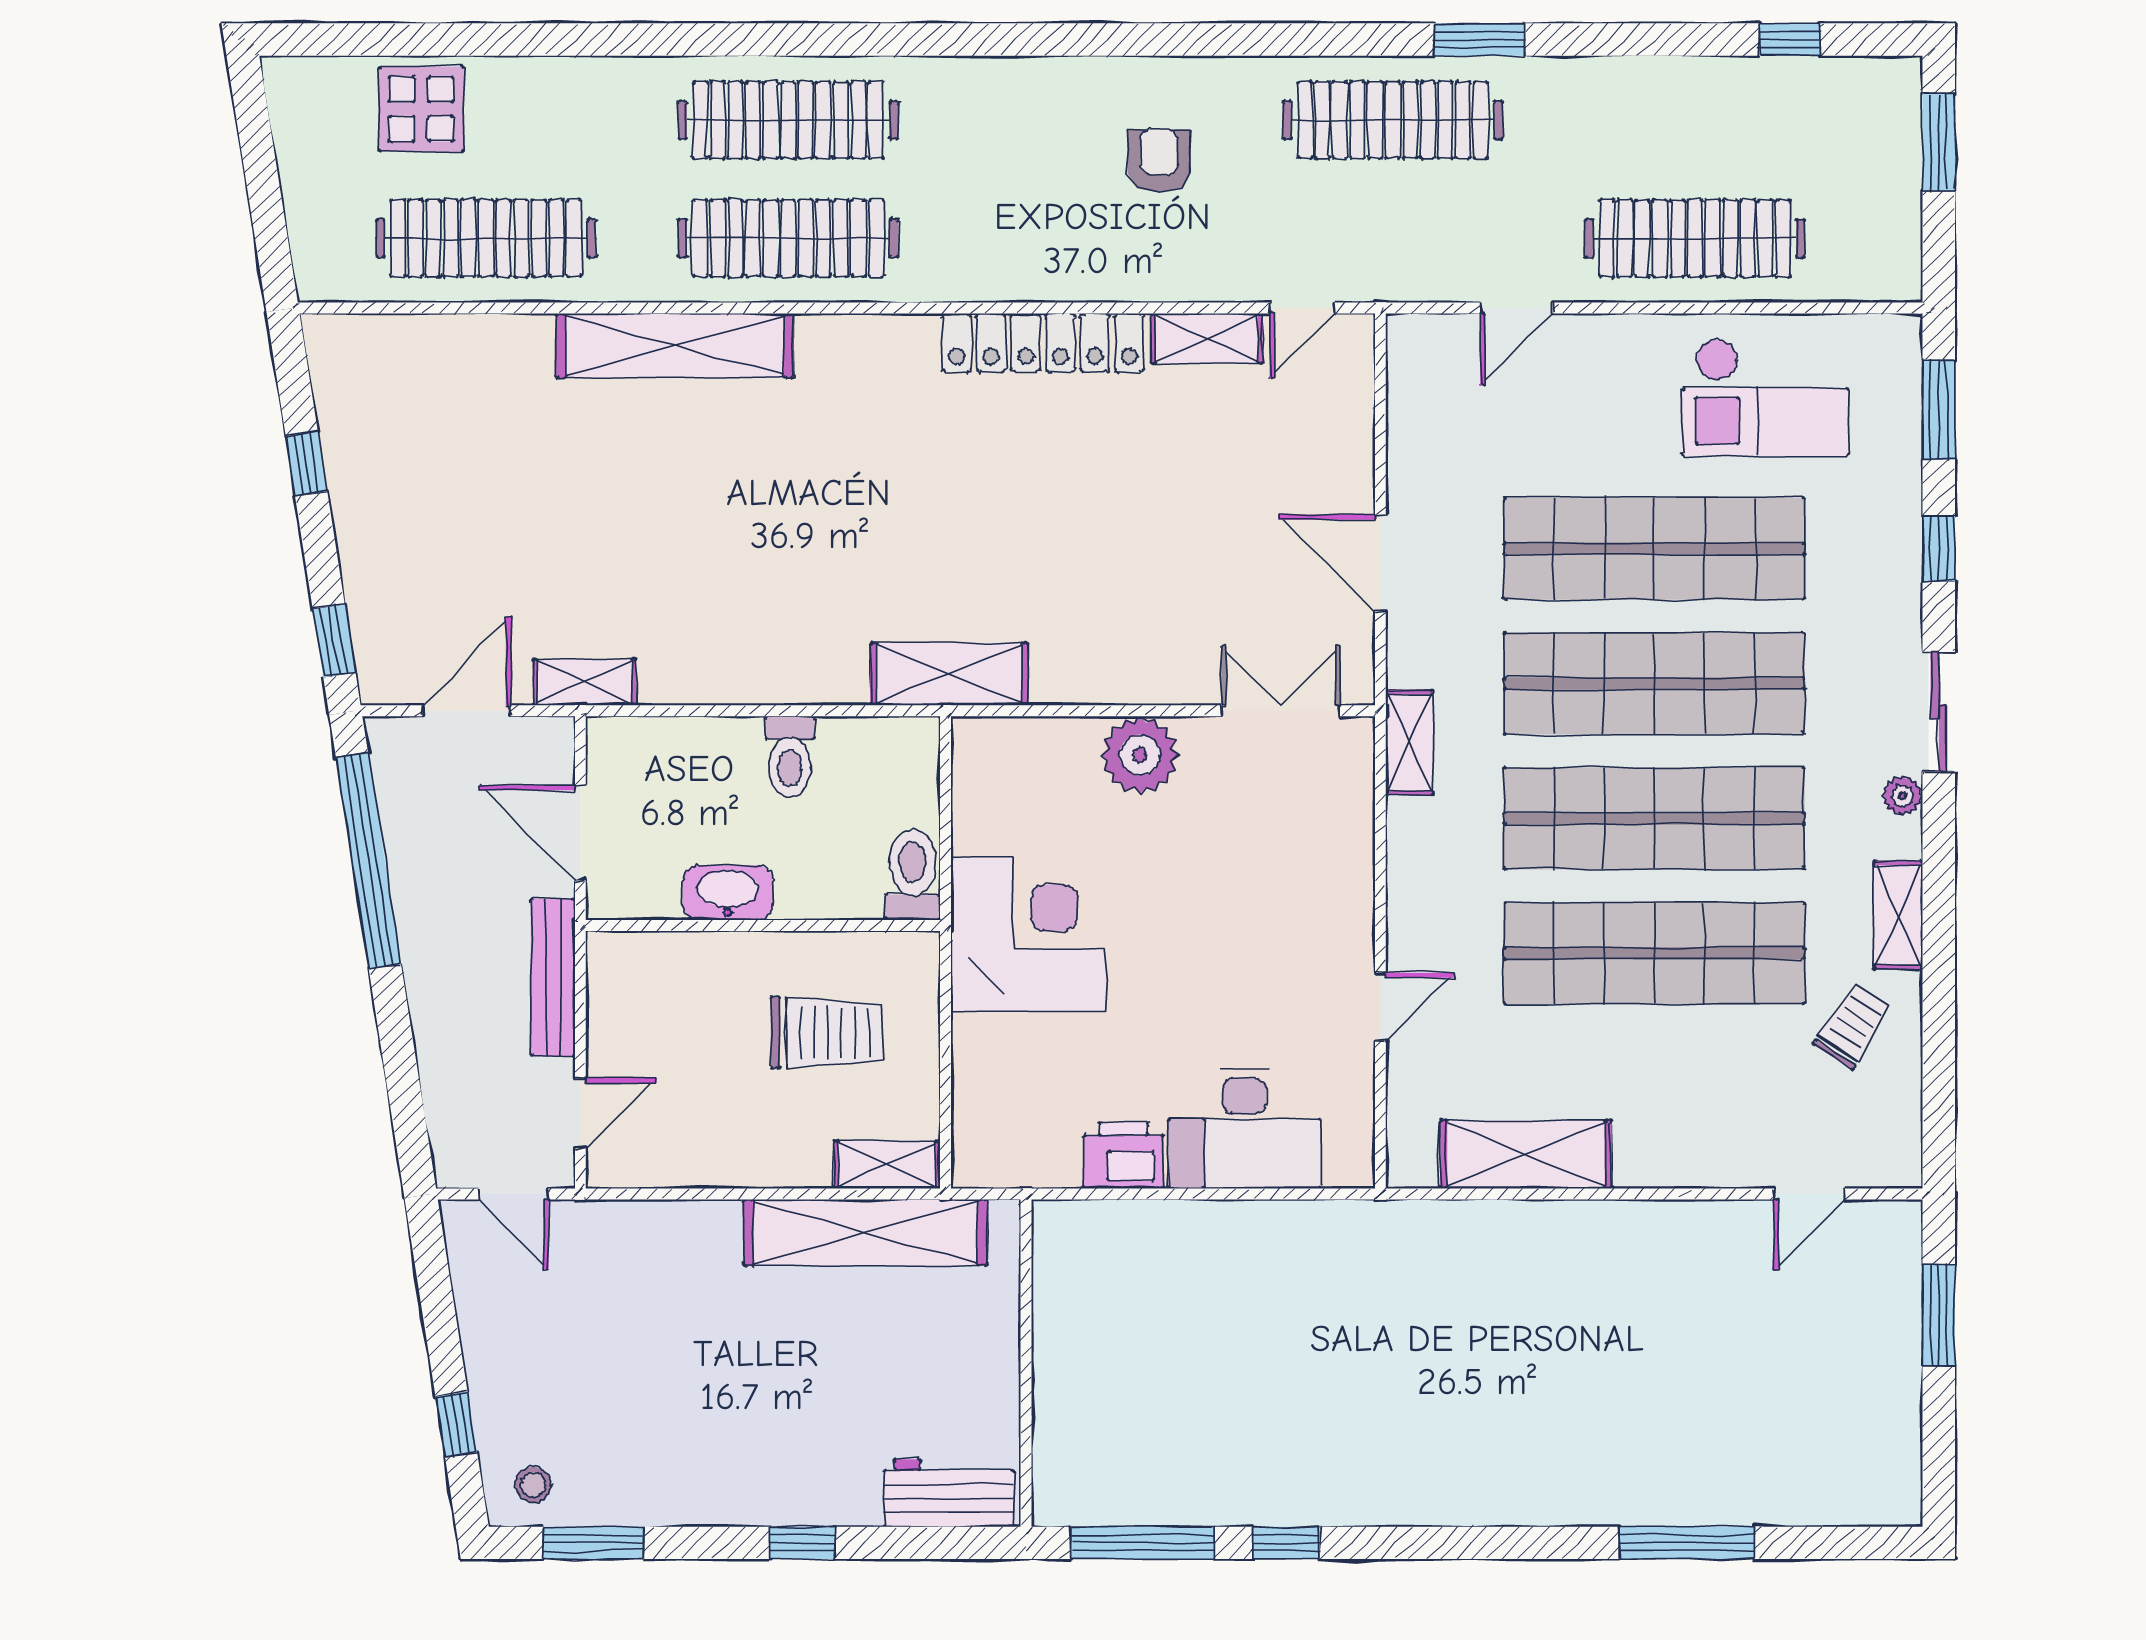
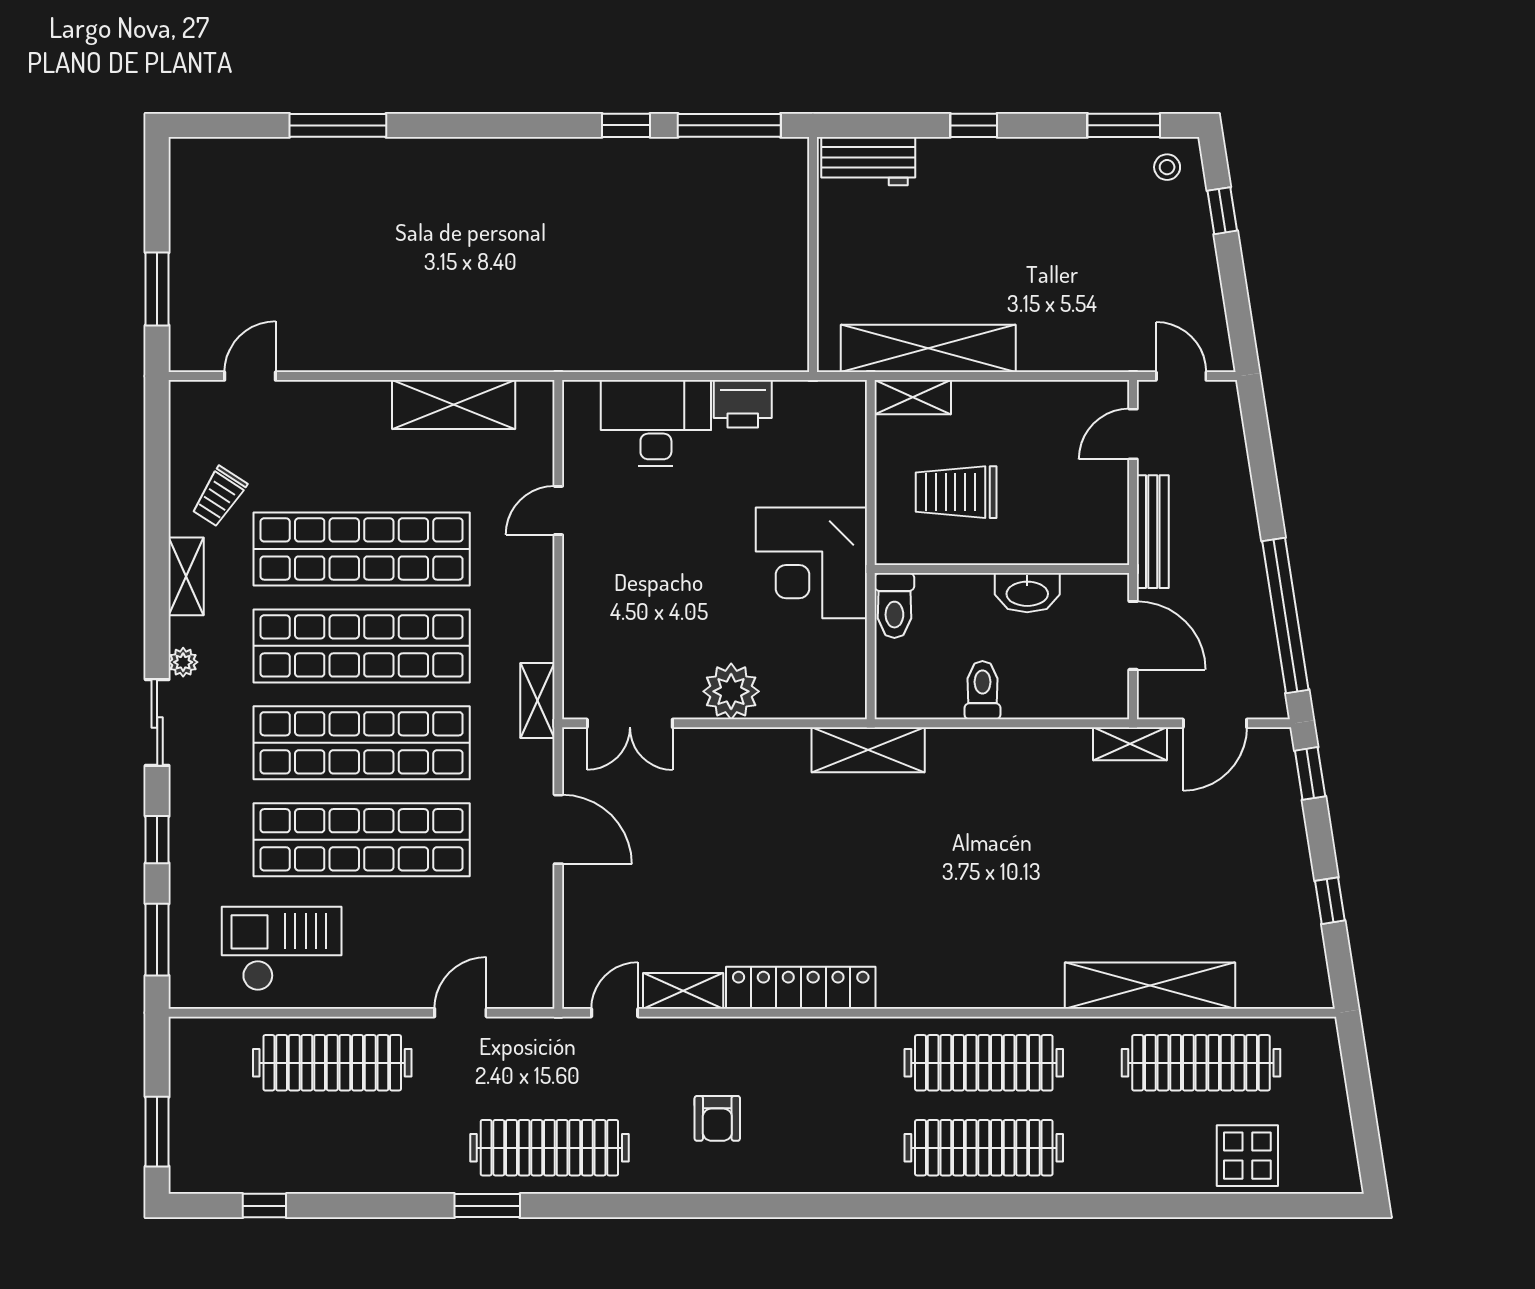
shelving: (675, 346) -> (1150, 986), moved

